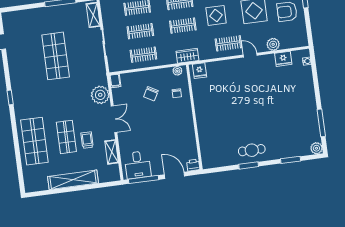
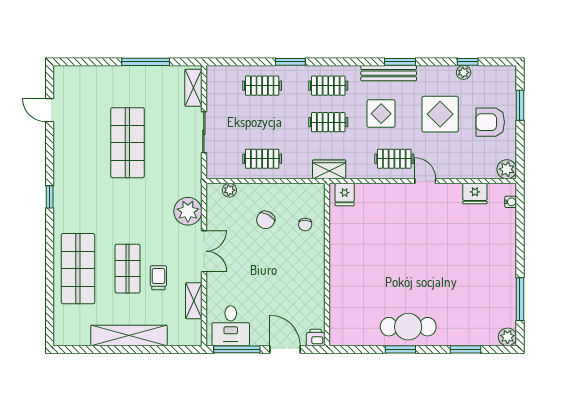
clothes rail: (140, 31) -> (262, 122), removed
plant: (273, 44) -> (507, 169), moved
plant: (177, 71) -> (229, 190), moved
filing cabinet: (115, 81) -> (213, 193), removed
cafe table: (252, 150) -> (408, 327), width x1.37, depth x1.35

